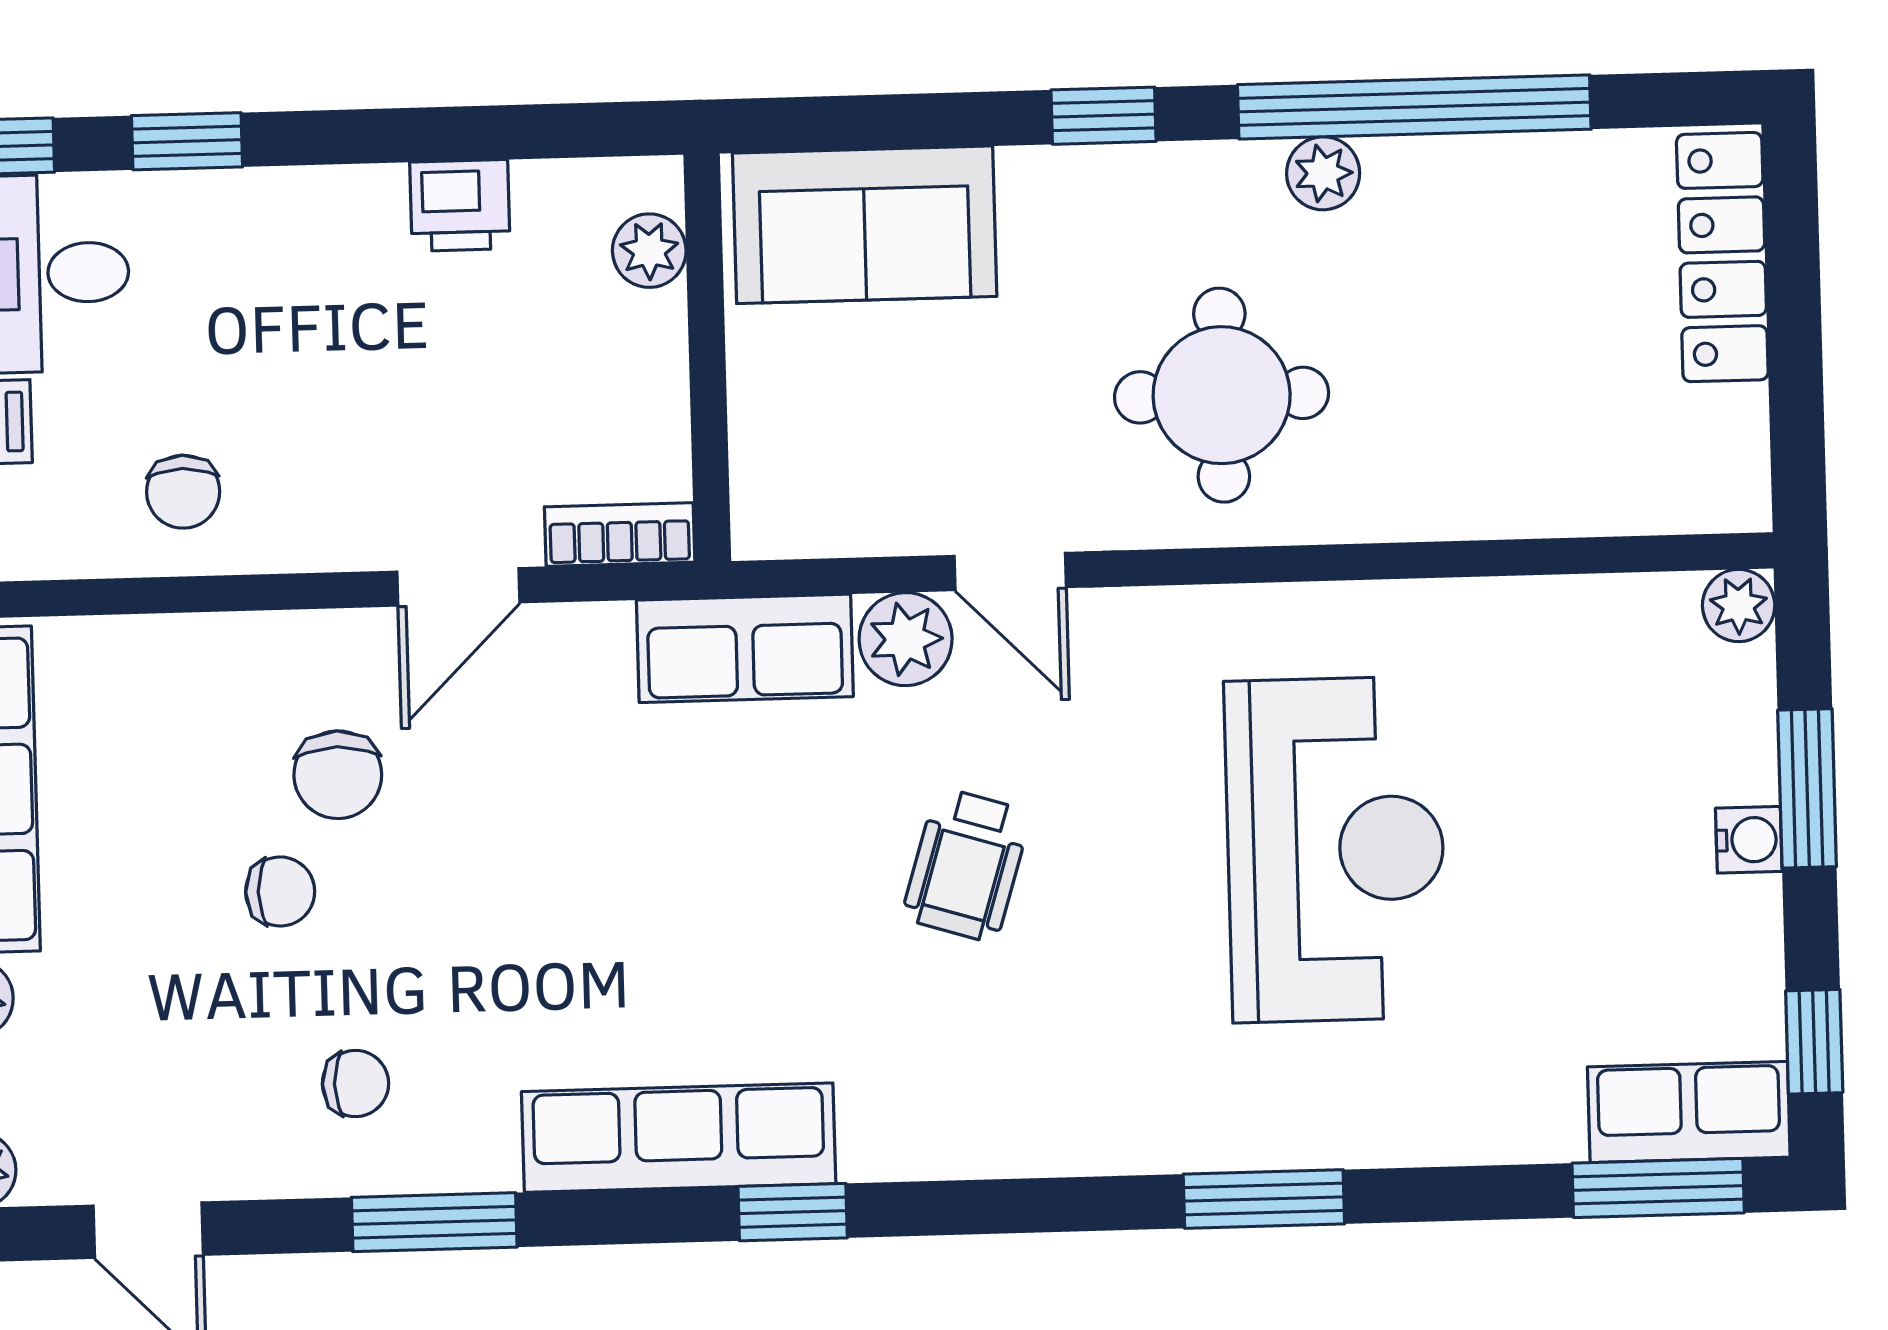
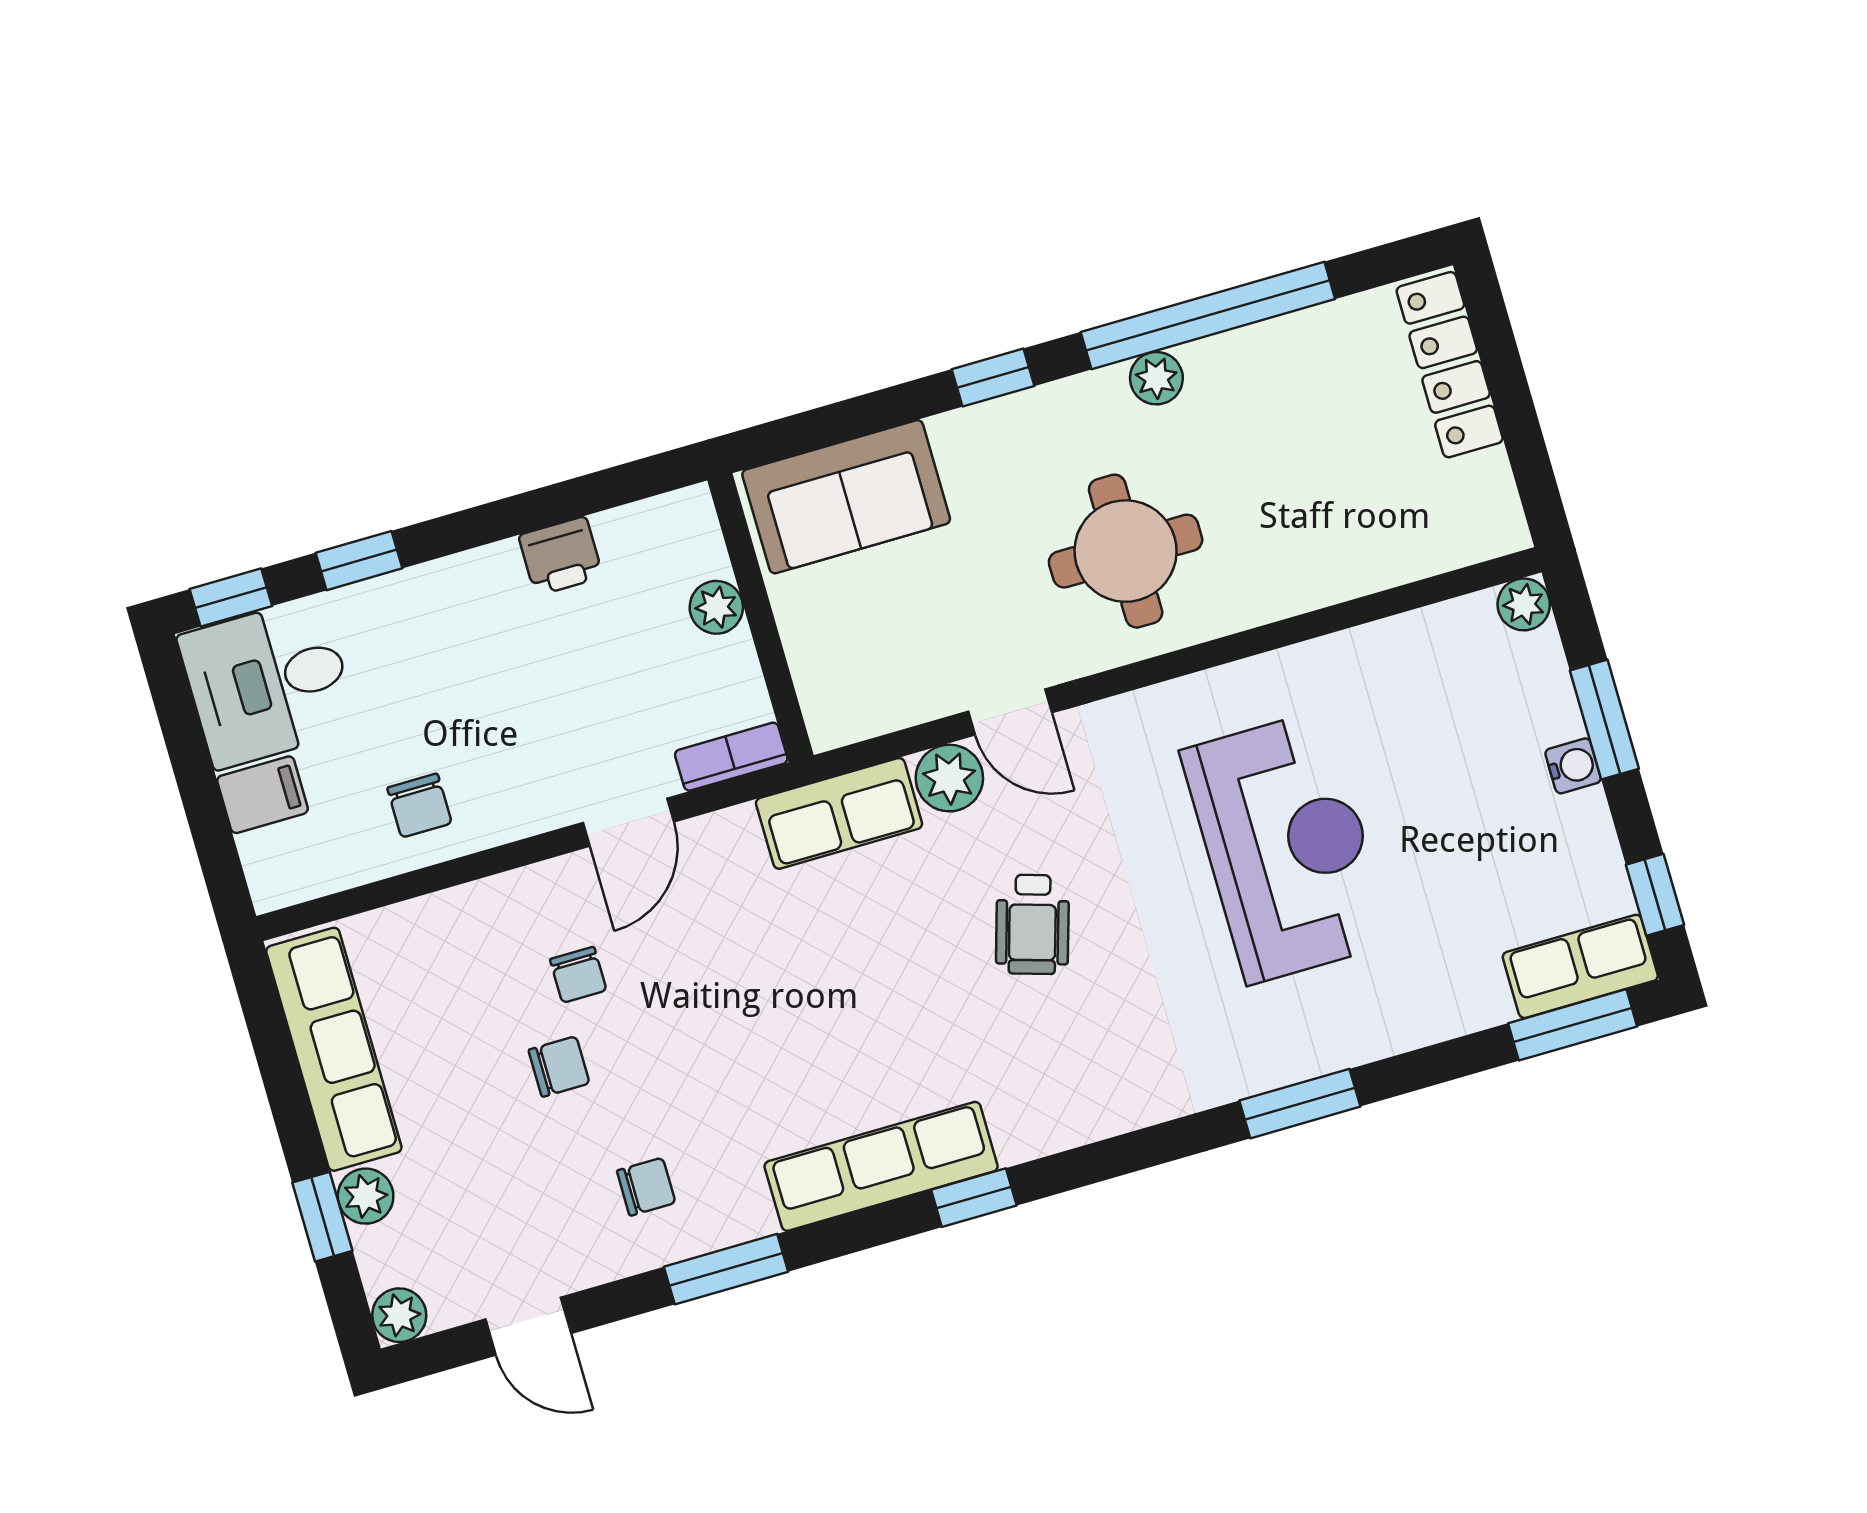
plant: (649, 251) -> (716, 607), moved
chair: (338, 775) -> (578, 975), width x0.73, depth x0.73

